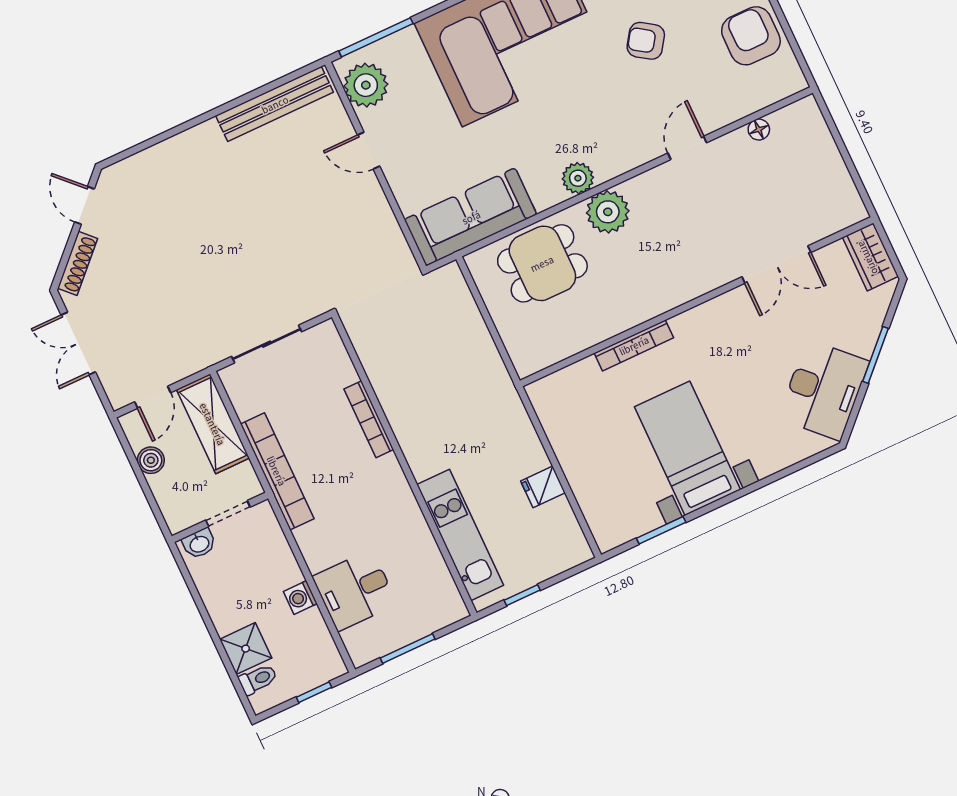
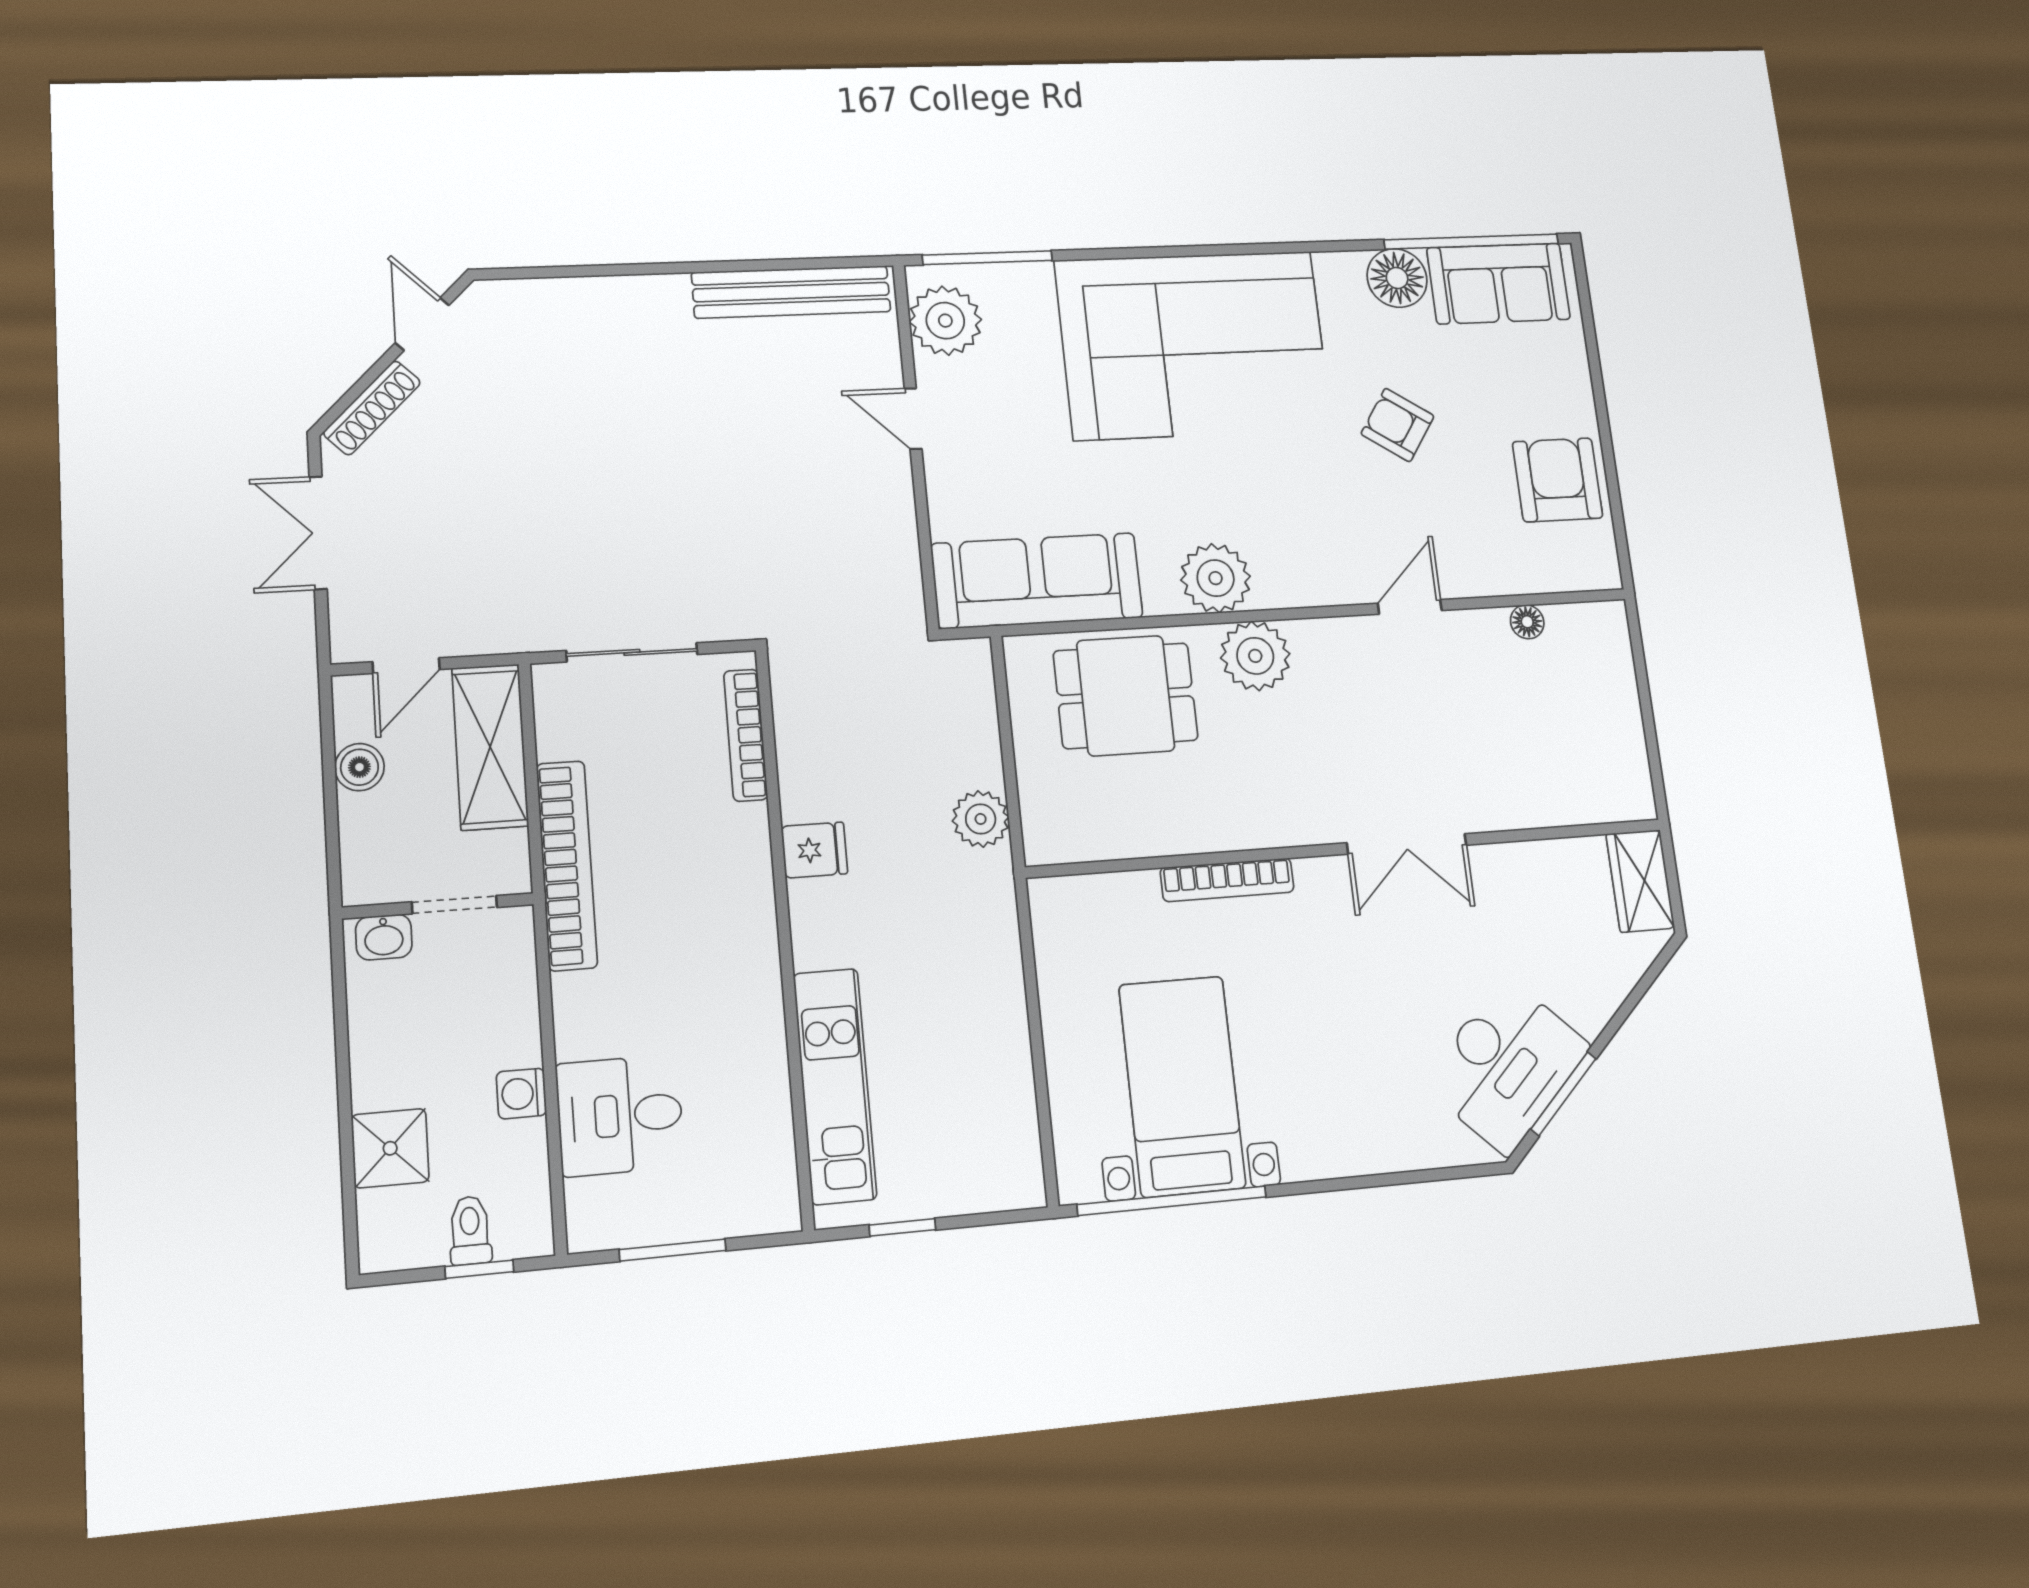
plant: (578, 178) -> (1216, 578), width x1.36, depth x1.36
double door: (776, 265) -> (1407, 844), moved
window: (876, 355) -> (1563, 1094), moved
plant: (487, 363) -> (981, 819), added
bookcase: (369, 419) -> (746, 735), moved
bed with nightstands: (687, 448) -> (1182, 1086), moved
fridge: (543, 487) -> (814, 850), moved, turned 180
window: (661, 530) -> (1172, 1201), width x2.11
toilet: (258, 679) -> (470, 1230), moved, turned -90

